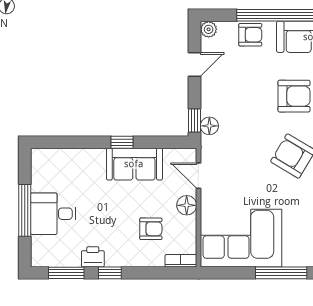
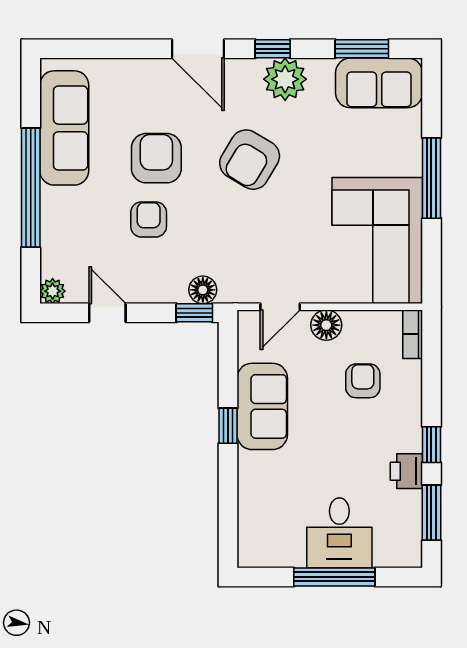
armchair: (250, 35) -> (149, 219), moved

